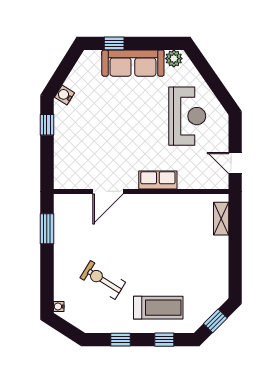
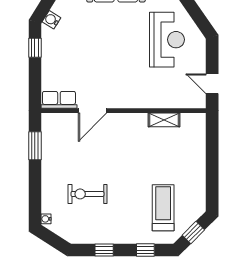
row of seats: (158, 180) -> (59, 100), moved
shelving: (221, 219) -> (164, 120), moved, turned 90
exercise bike: (103, 280) -> (87, 194), turned -32
treadmill: (158, 308) -> (163, 208), moved, turned -90

